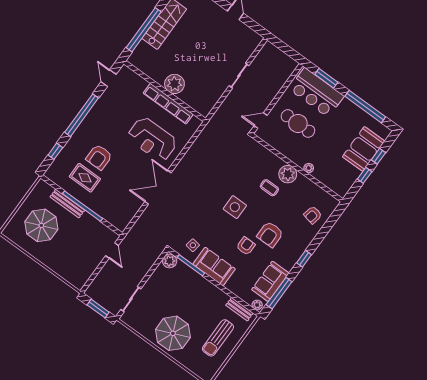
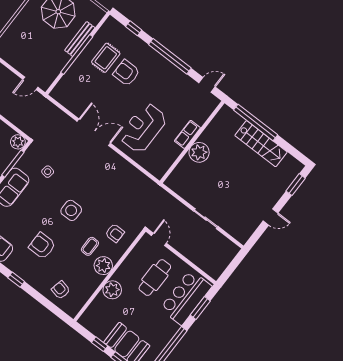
row of seats: (168, 104) -> (187, 134), width x0.50
plant: (309, 168) -> (112, 290), width x1.88, depth x1.88
side table: (193, 245) -> (48, 172), moved
armchair: (246, 246) -> (115, 233), moved

